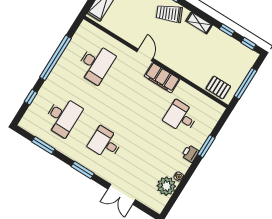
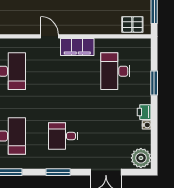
desk: (181, 117) -> (115, 71), width x1.37
printer: (190, 154) -> (144, 112), moved
plant: (166, 186) -> (141, 158), moved

